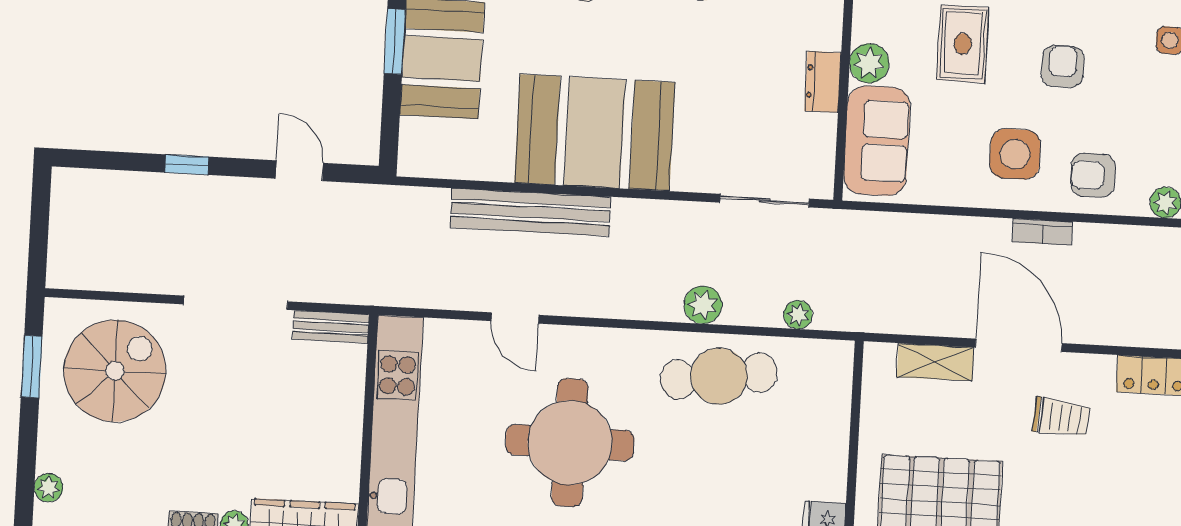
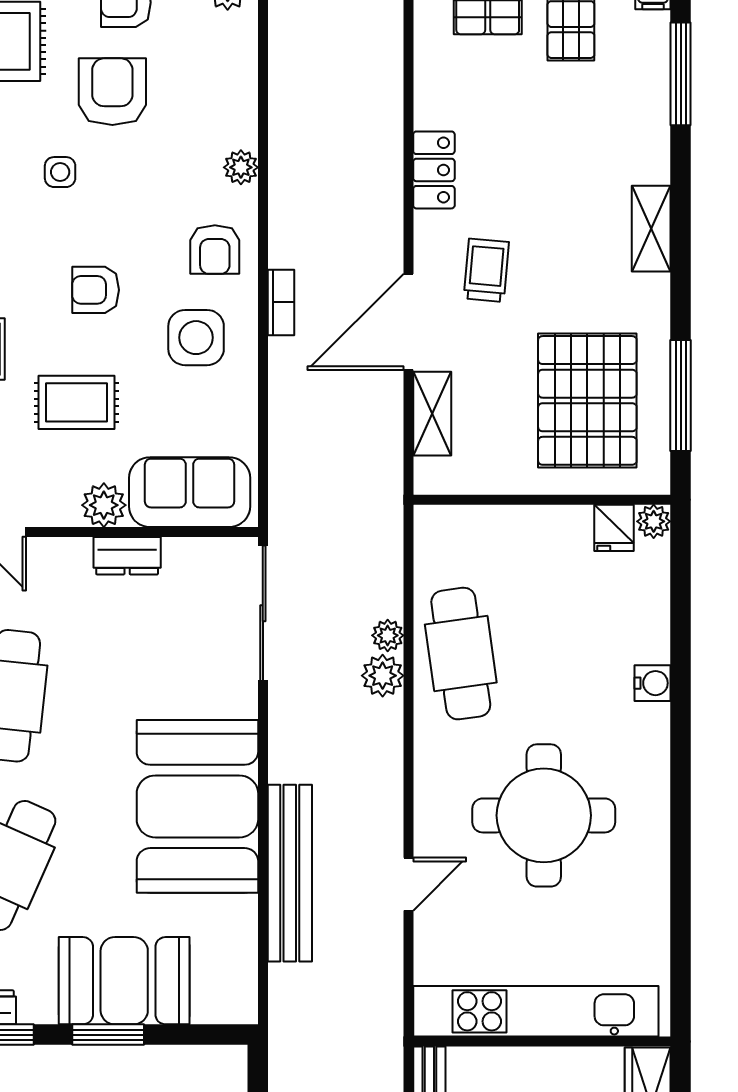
sliding door: (765, 201) -> (263, 613), width x1.37
plant: (798, 315) -> (388, 635), moved

